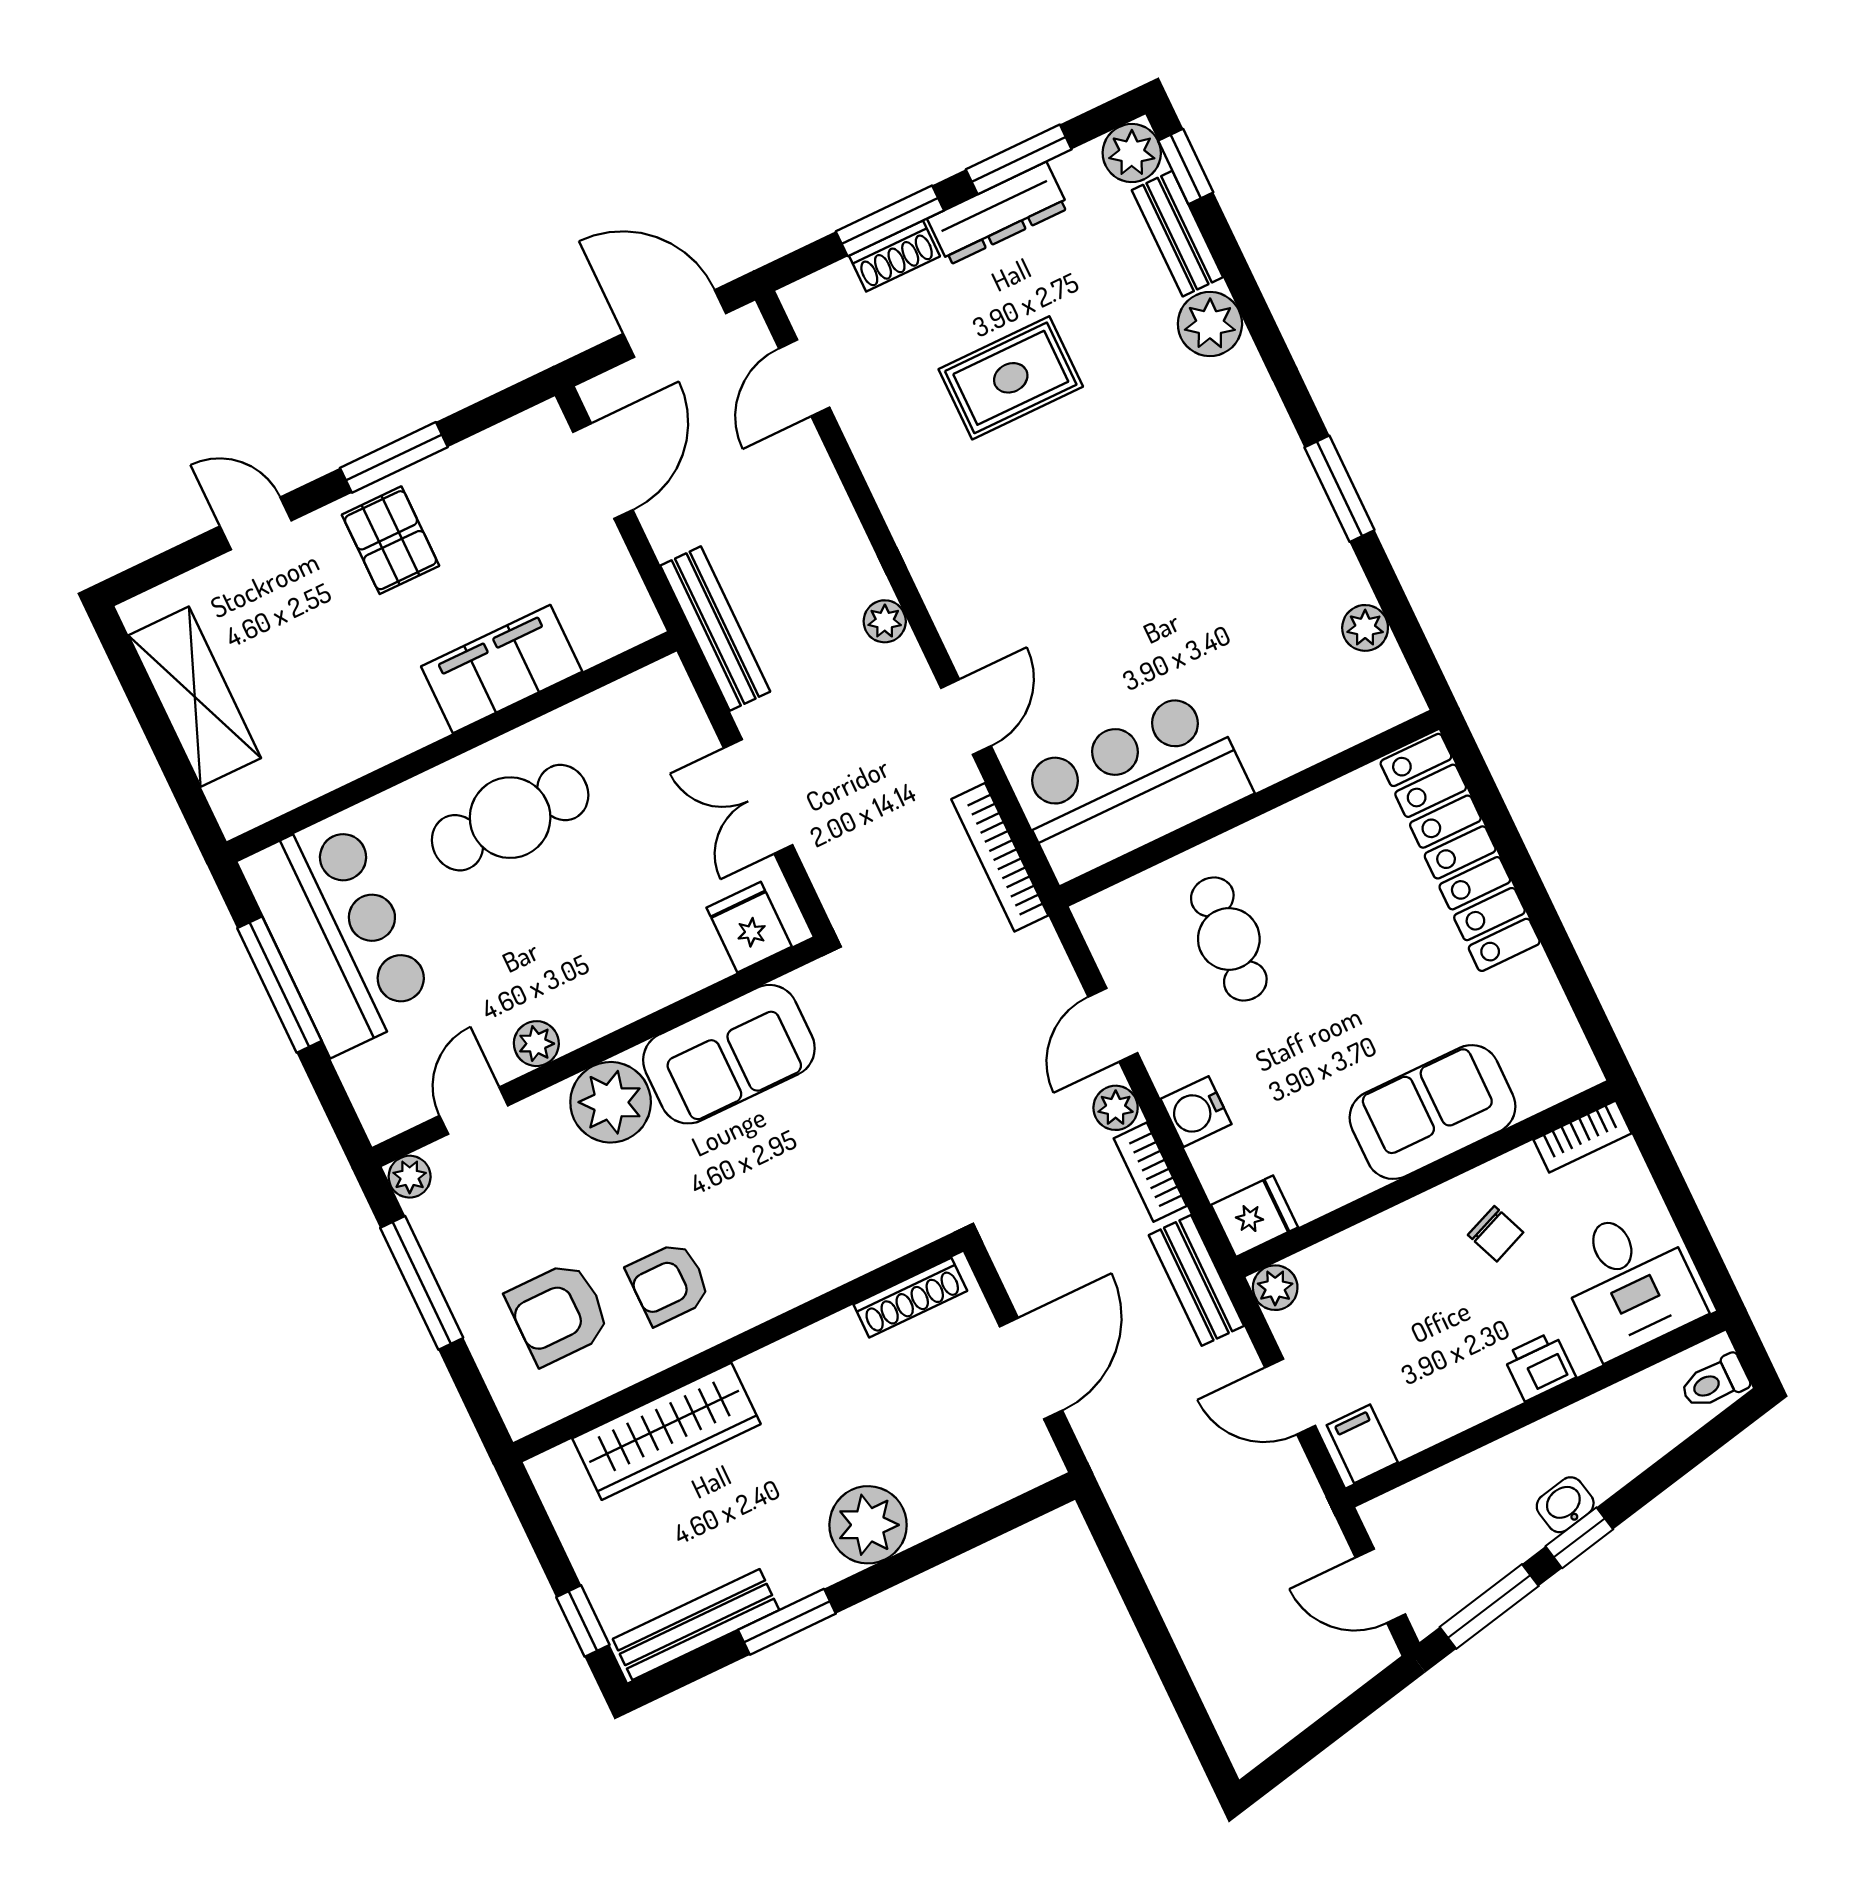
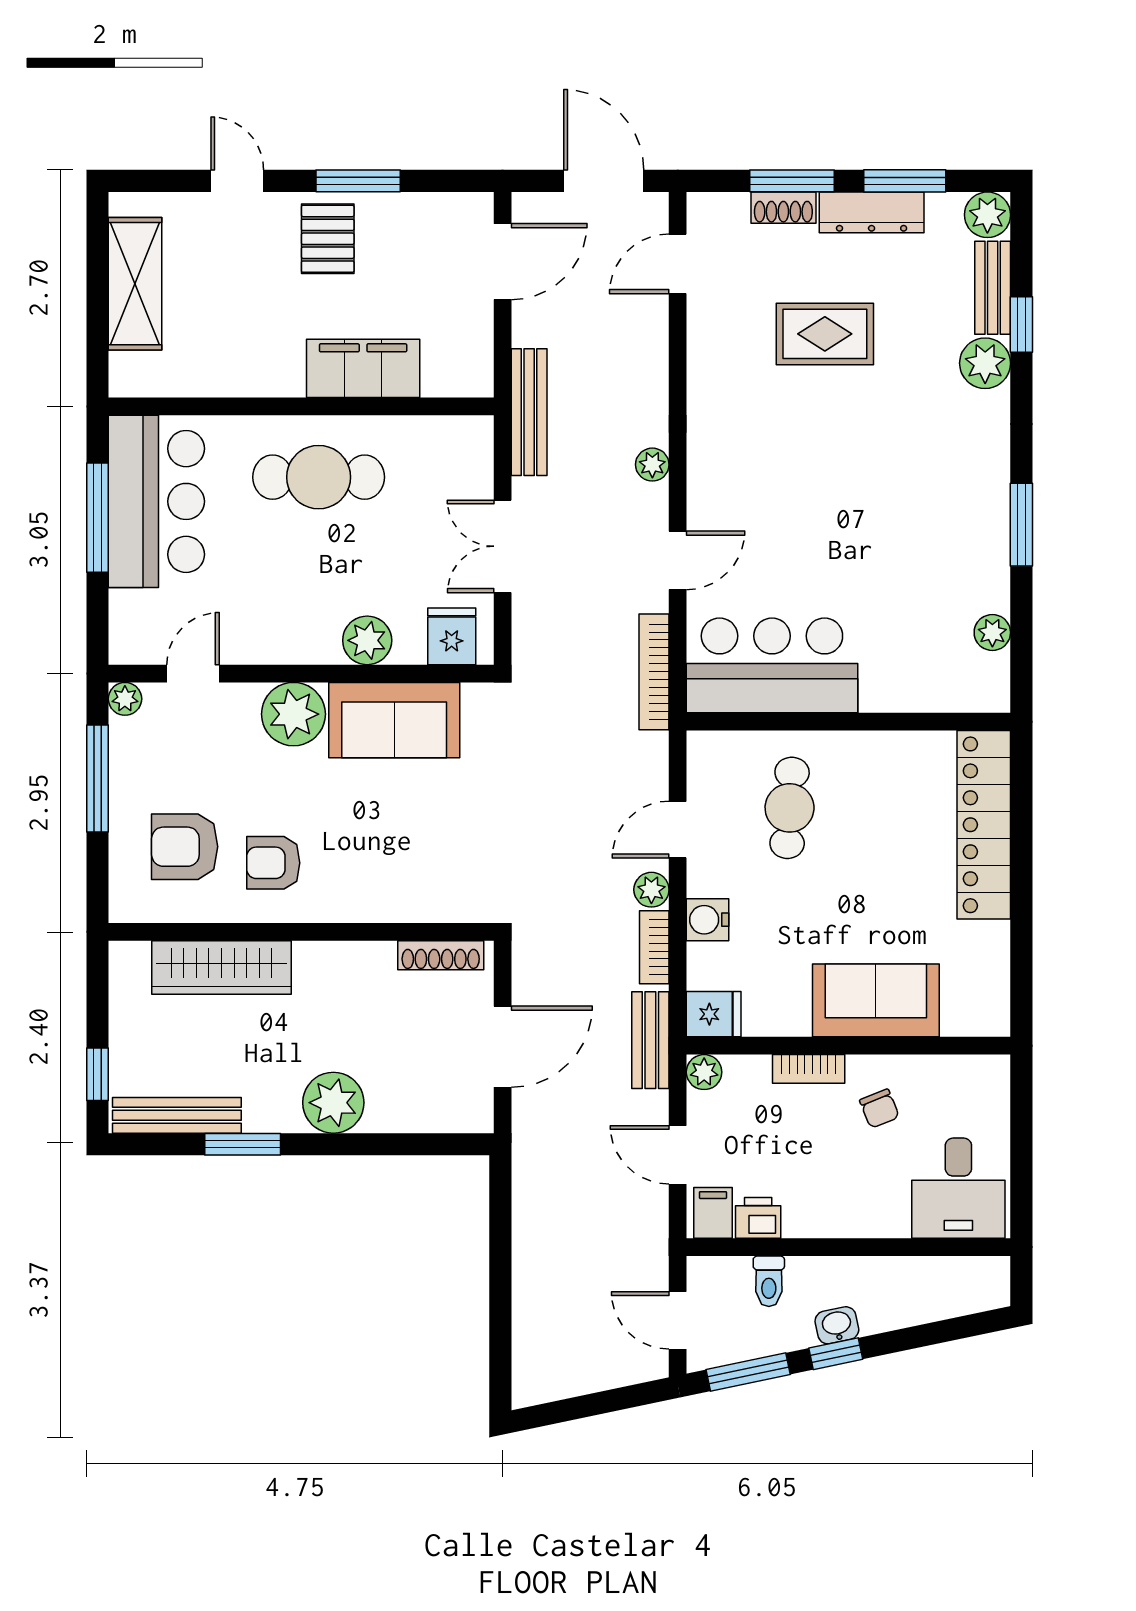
window: (1186, 166) -> (1021, 325), moved
plant: (536, 1044) -> (367, 640), moved, width x1.38, depth x1.38
bookcase: (1582, 1137) -> (809, 1069), moved
printer: (1539, 1366) -> (758, 1218), moved
toilet: (1715, 1382) -> (769, 1281), moved, turned -90

